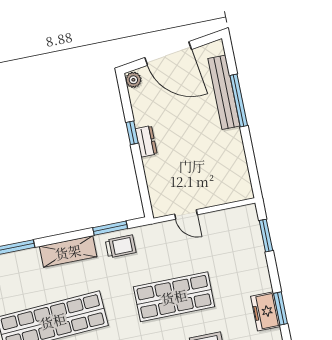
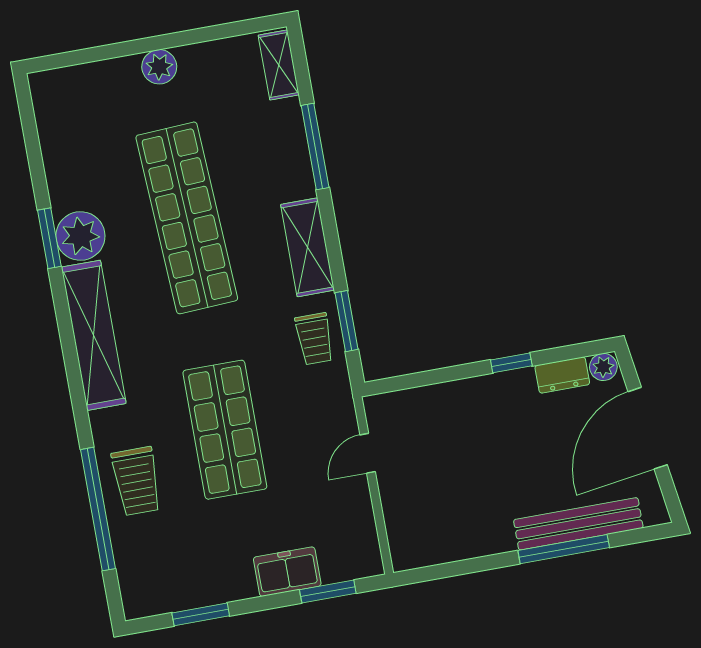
dresser: (146, 141) -> (562, 375), moved
freezer: (265, 311) -> (287, 572), moved

